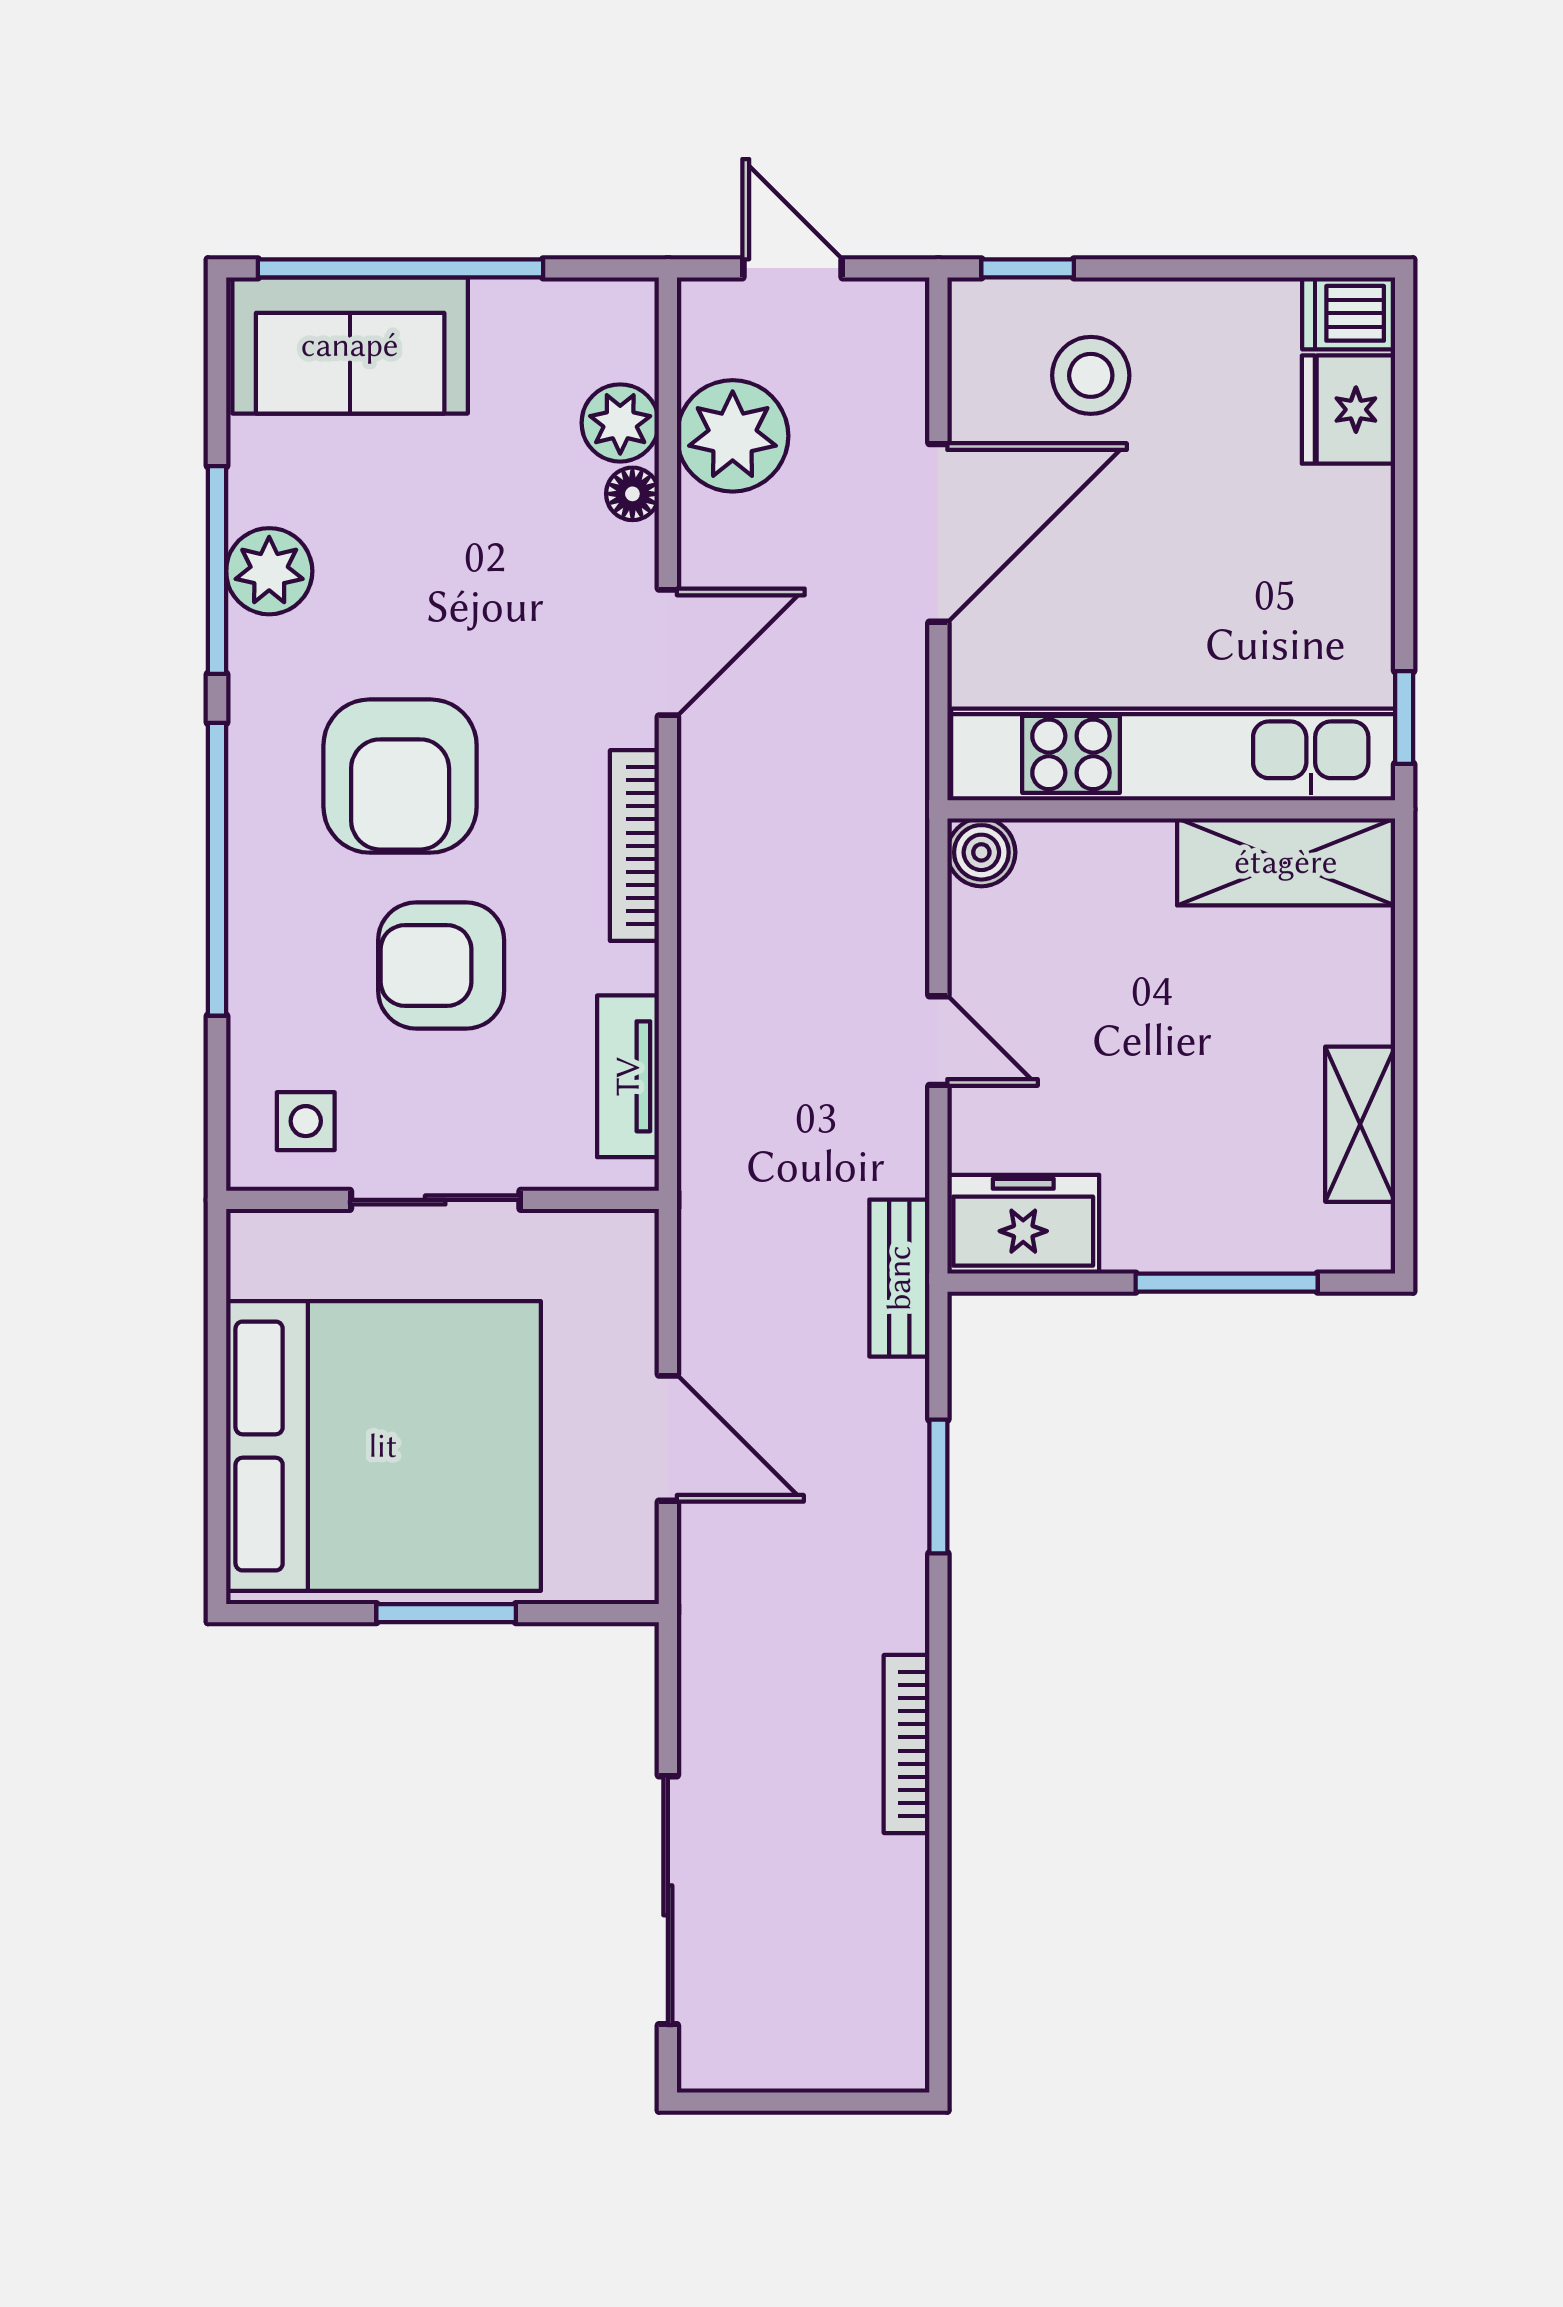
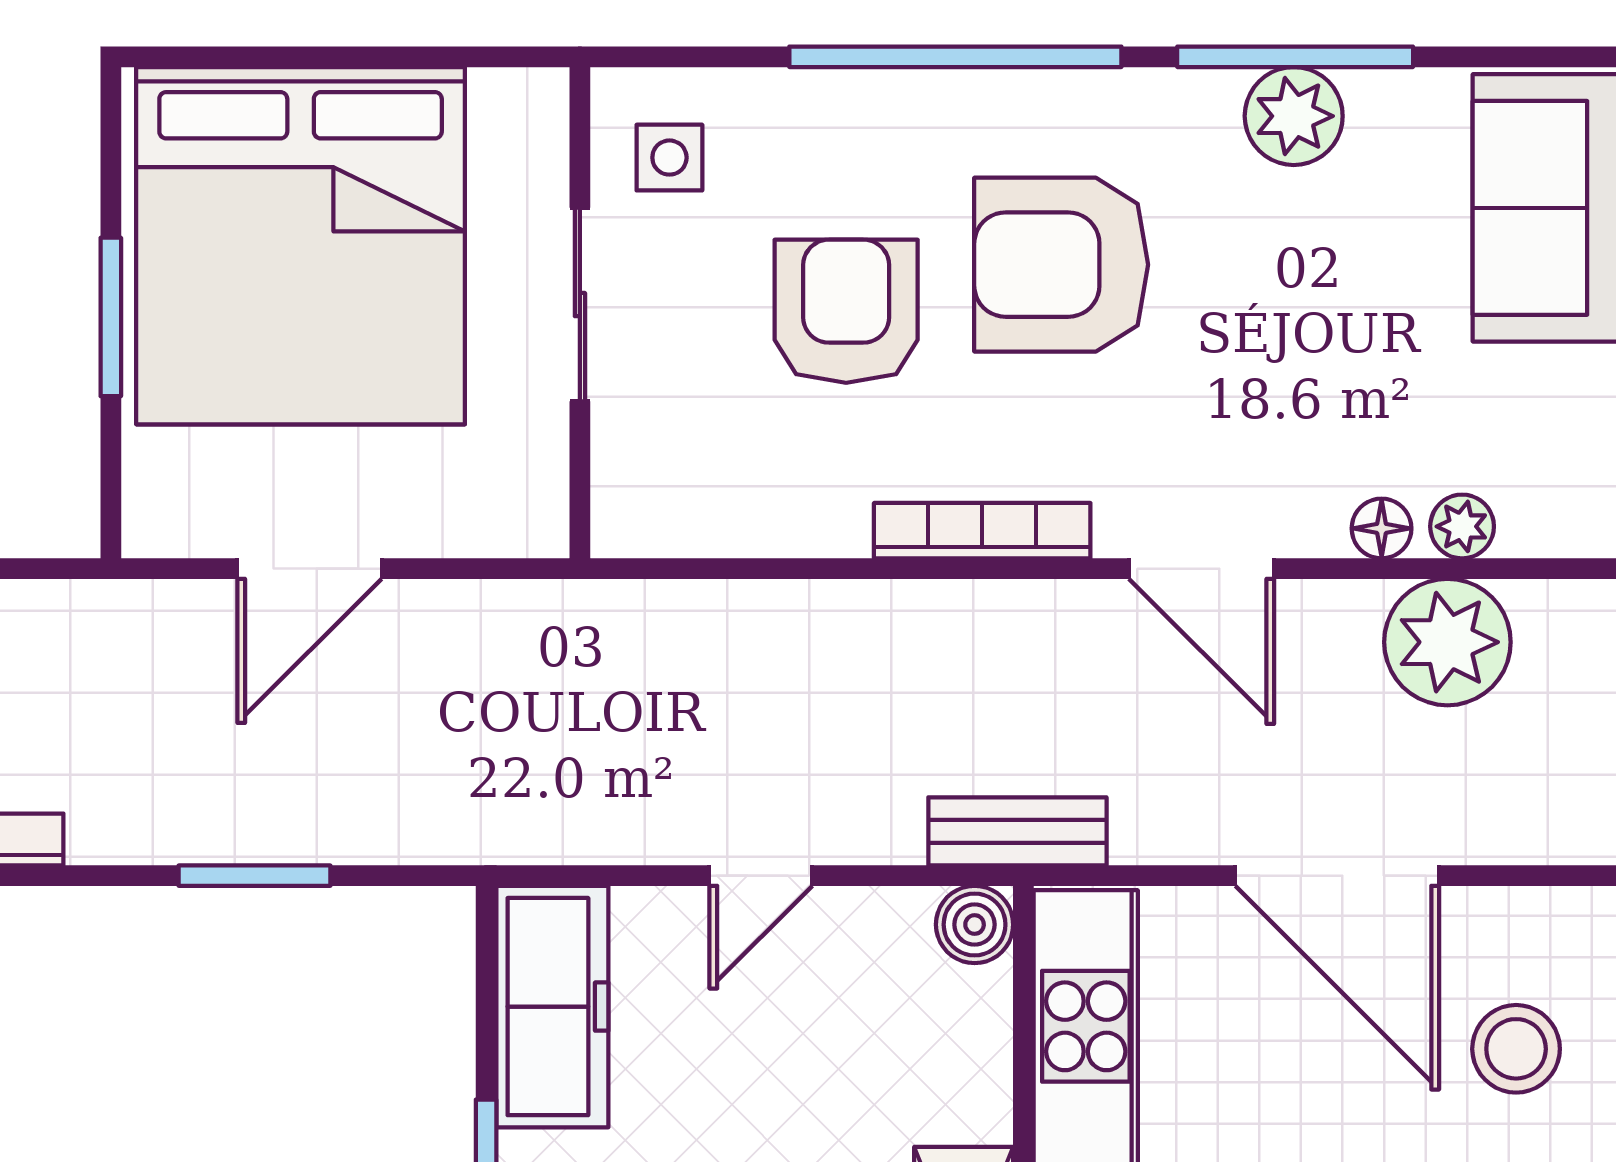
plant: (620, 423) -> (1462, 526), width x0.73, depth x0.73
tv unit: (628, 1076) -> (720, 523), removed
freezer: (1023, 1224) -> (552, 1007), width x1.40
bench: (899, 1278) -> (1017, 831), moved

